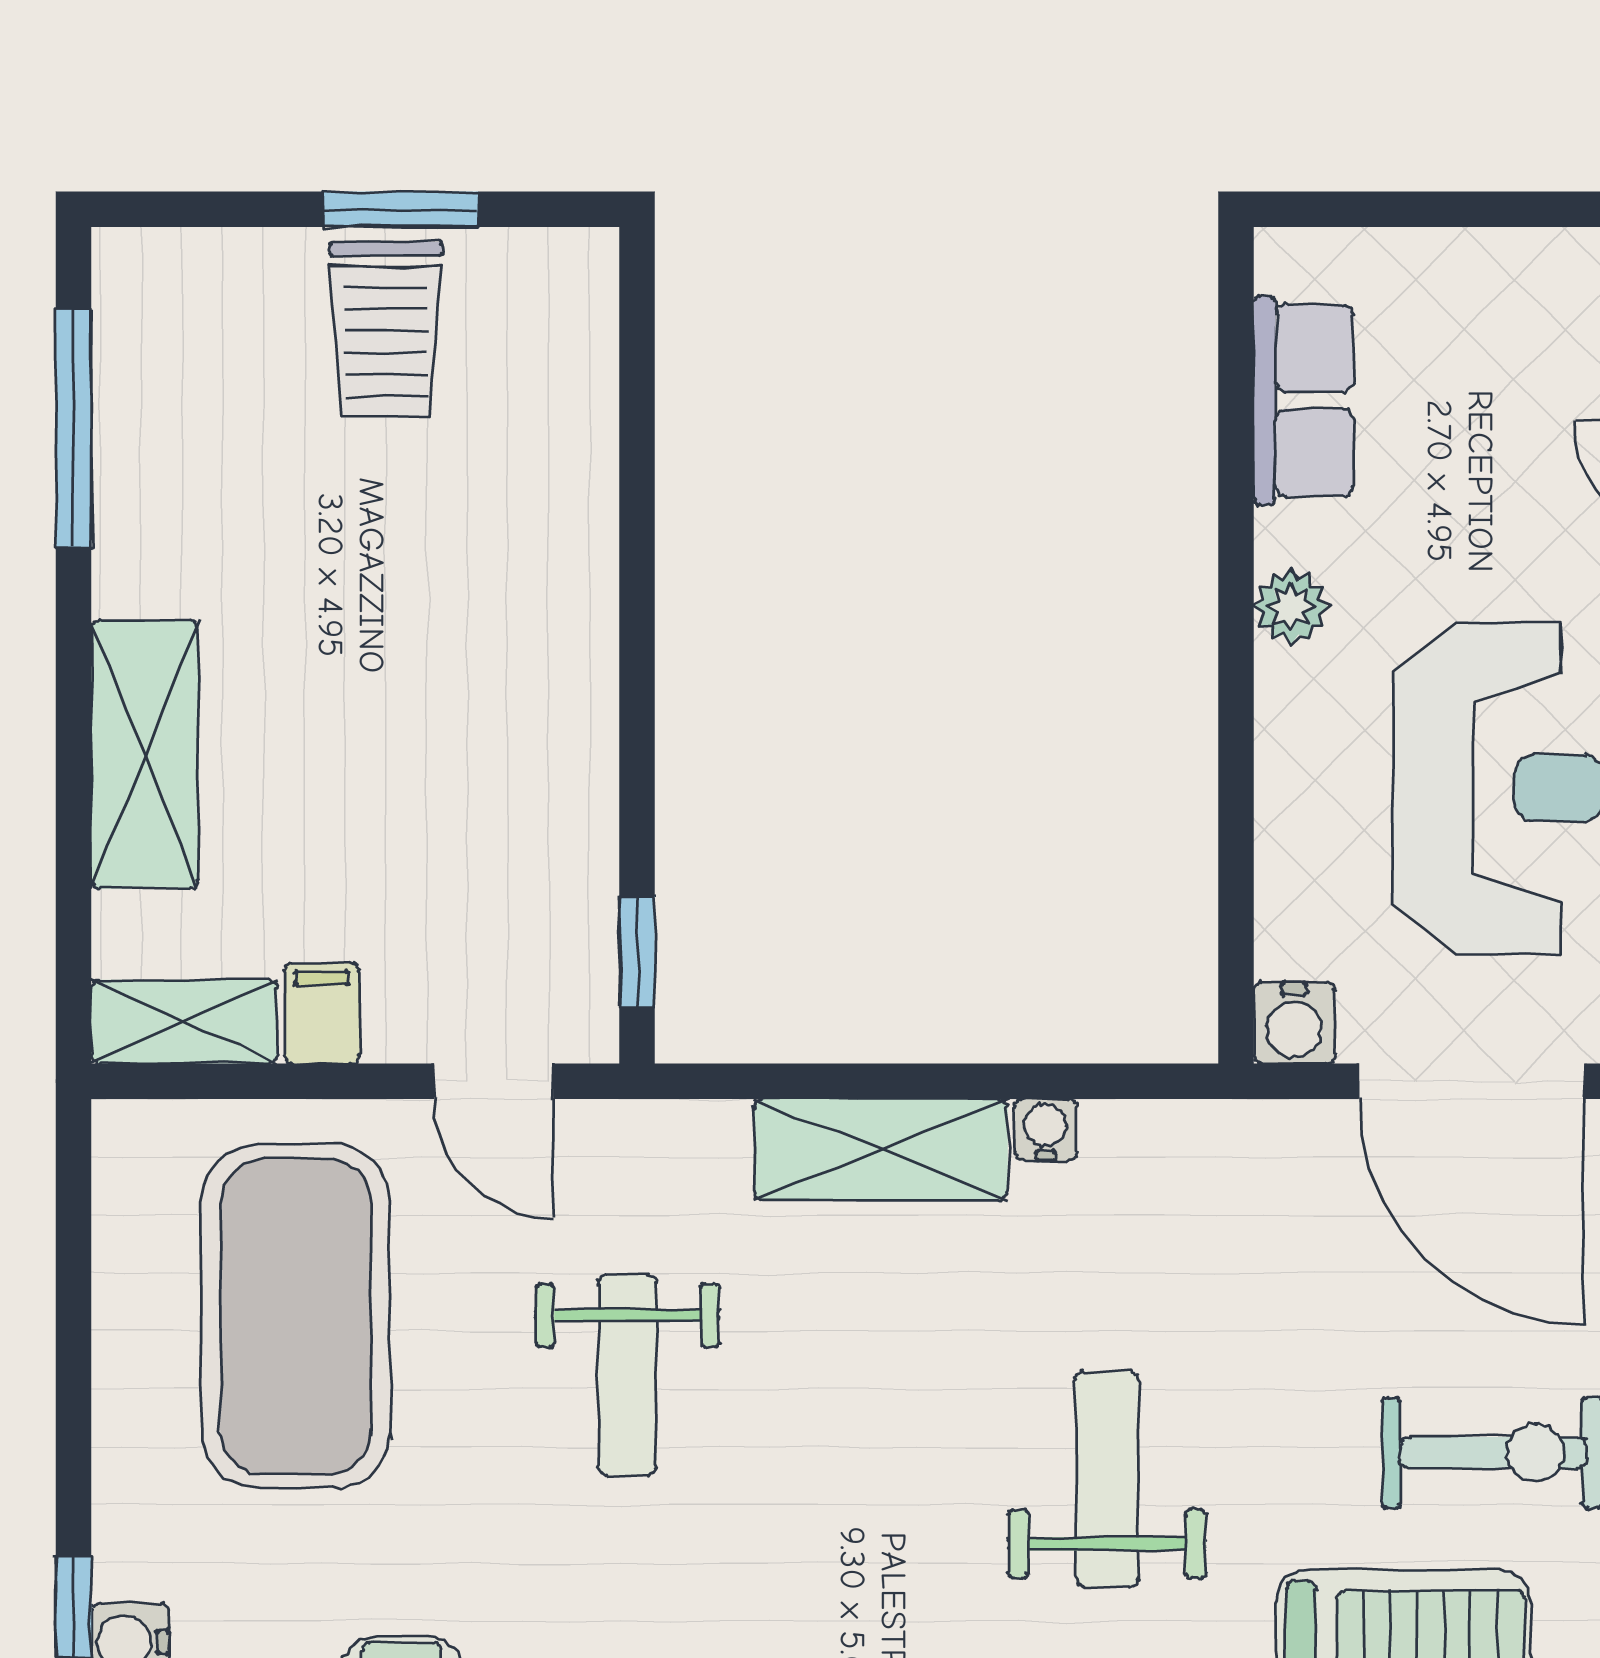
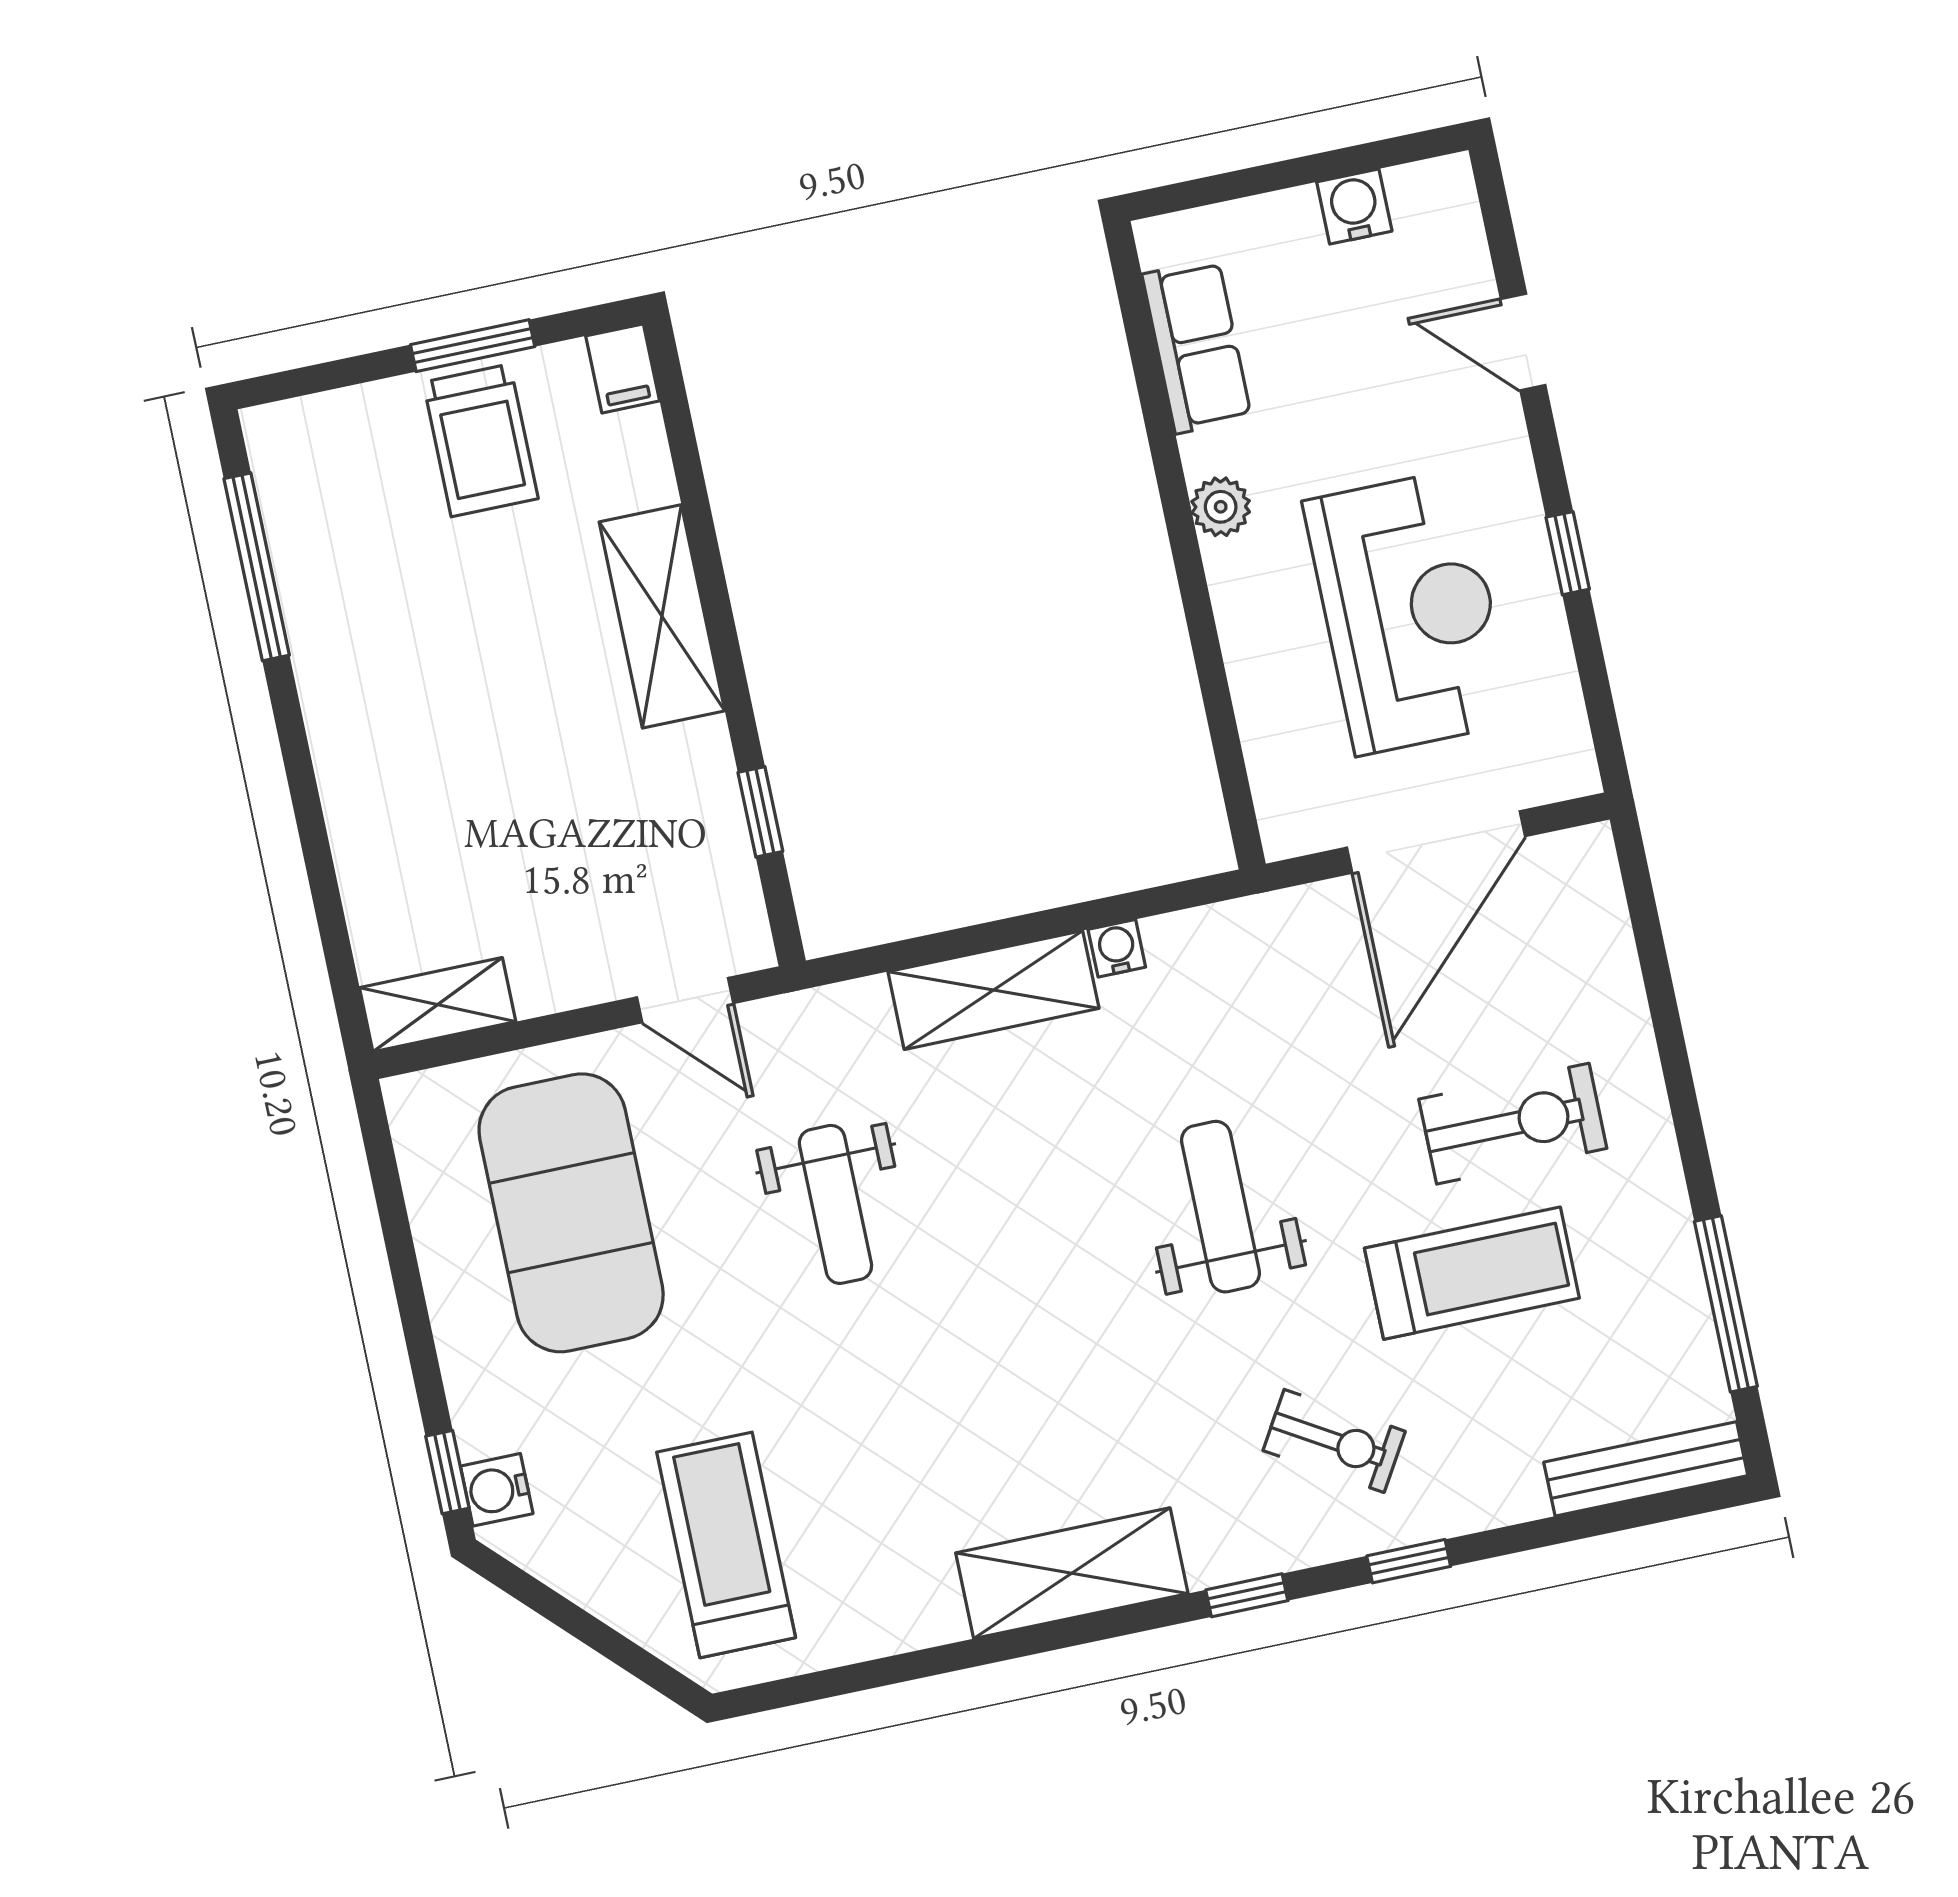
shelving: (145, 754) -> (662, 616), moved
window: (637, 952) -> (760, 812), moved
filing cabinet: (322, 1013) -> (623, 368), moved, turned 180
water cooler: (1294, 1023) -> (1354, 206), moved, turned 180
door: (1471, 1081) -> (1436, 842), hinge flipped

